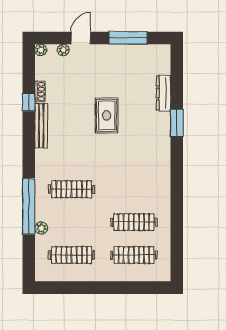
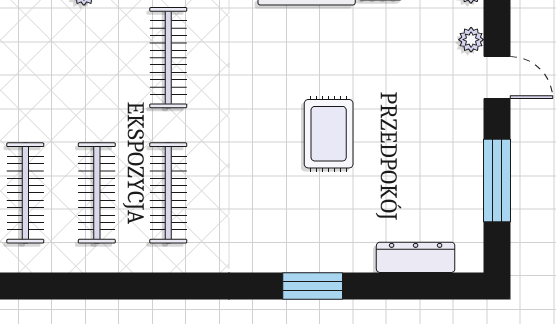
dresser: (163, 93) -> (416, 257), moved
rug: (107, 115) -> (329, 134), turned 90
clothes rail: (72, 255) -> (168, 193), moved

